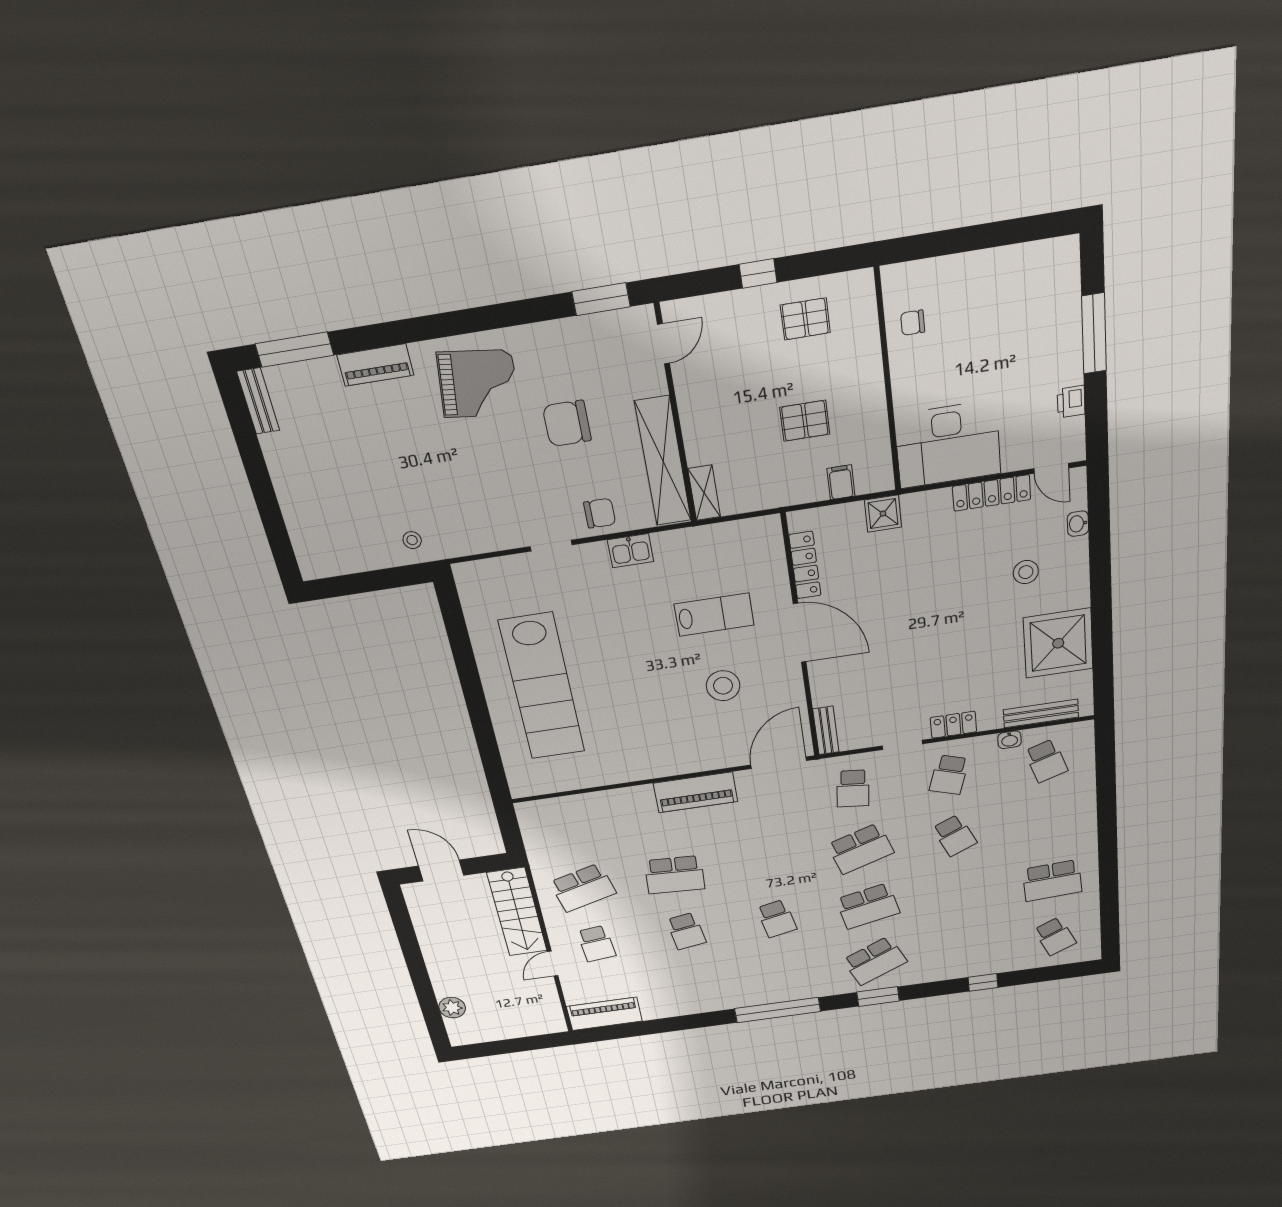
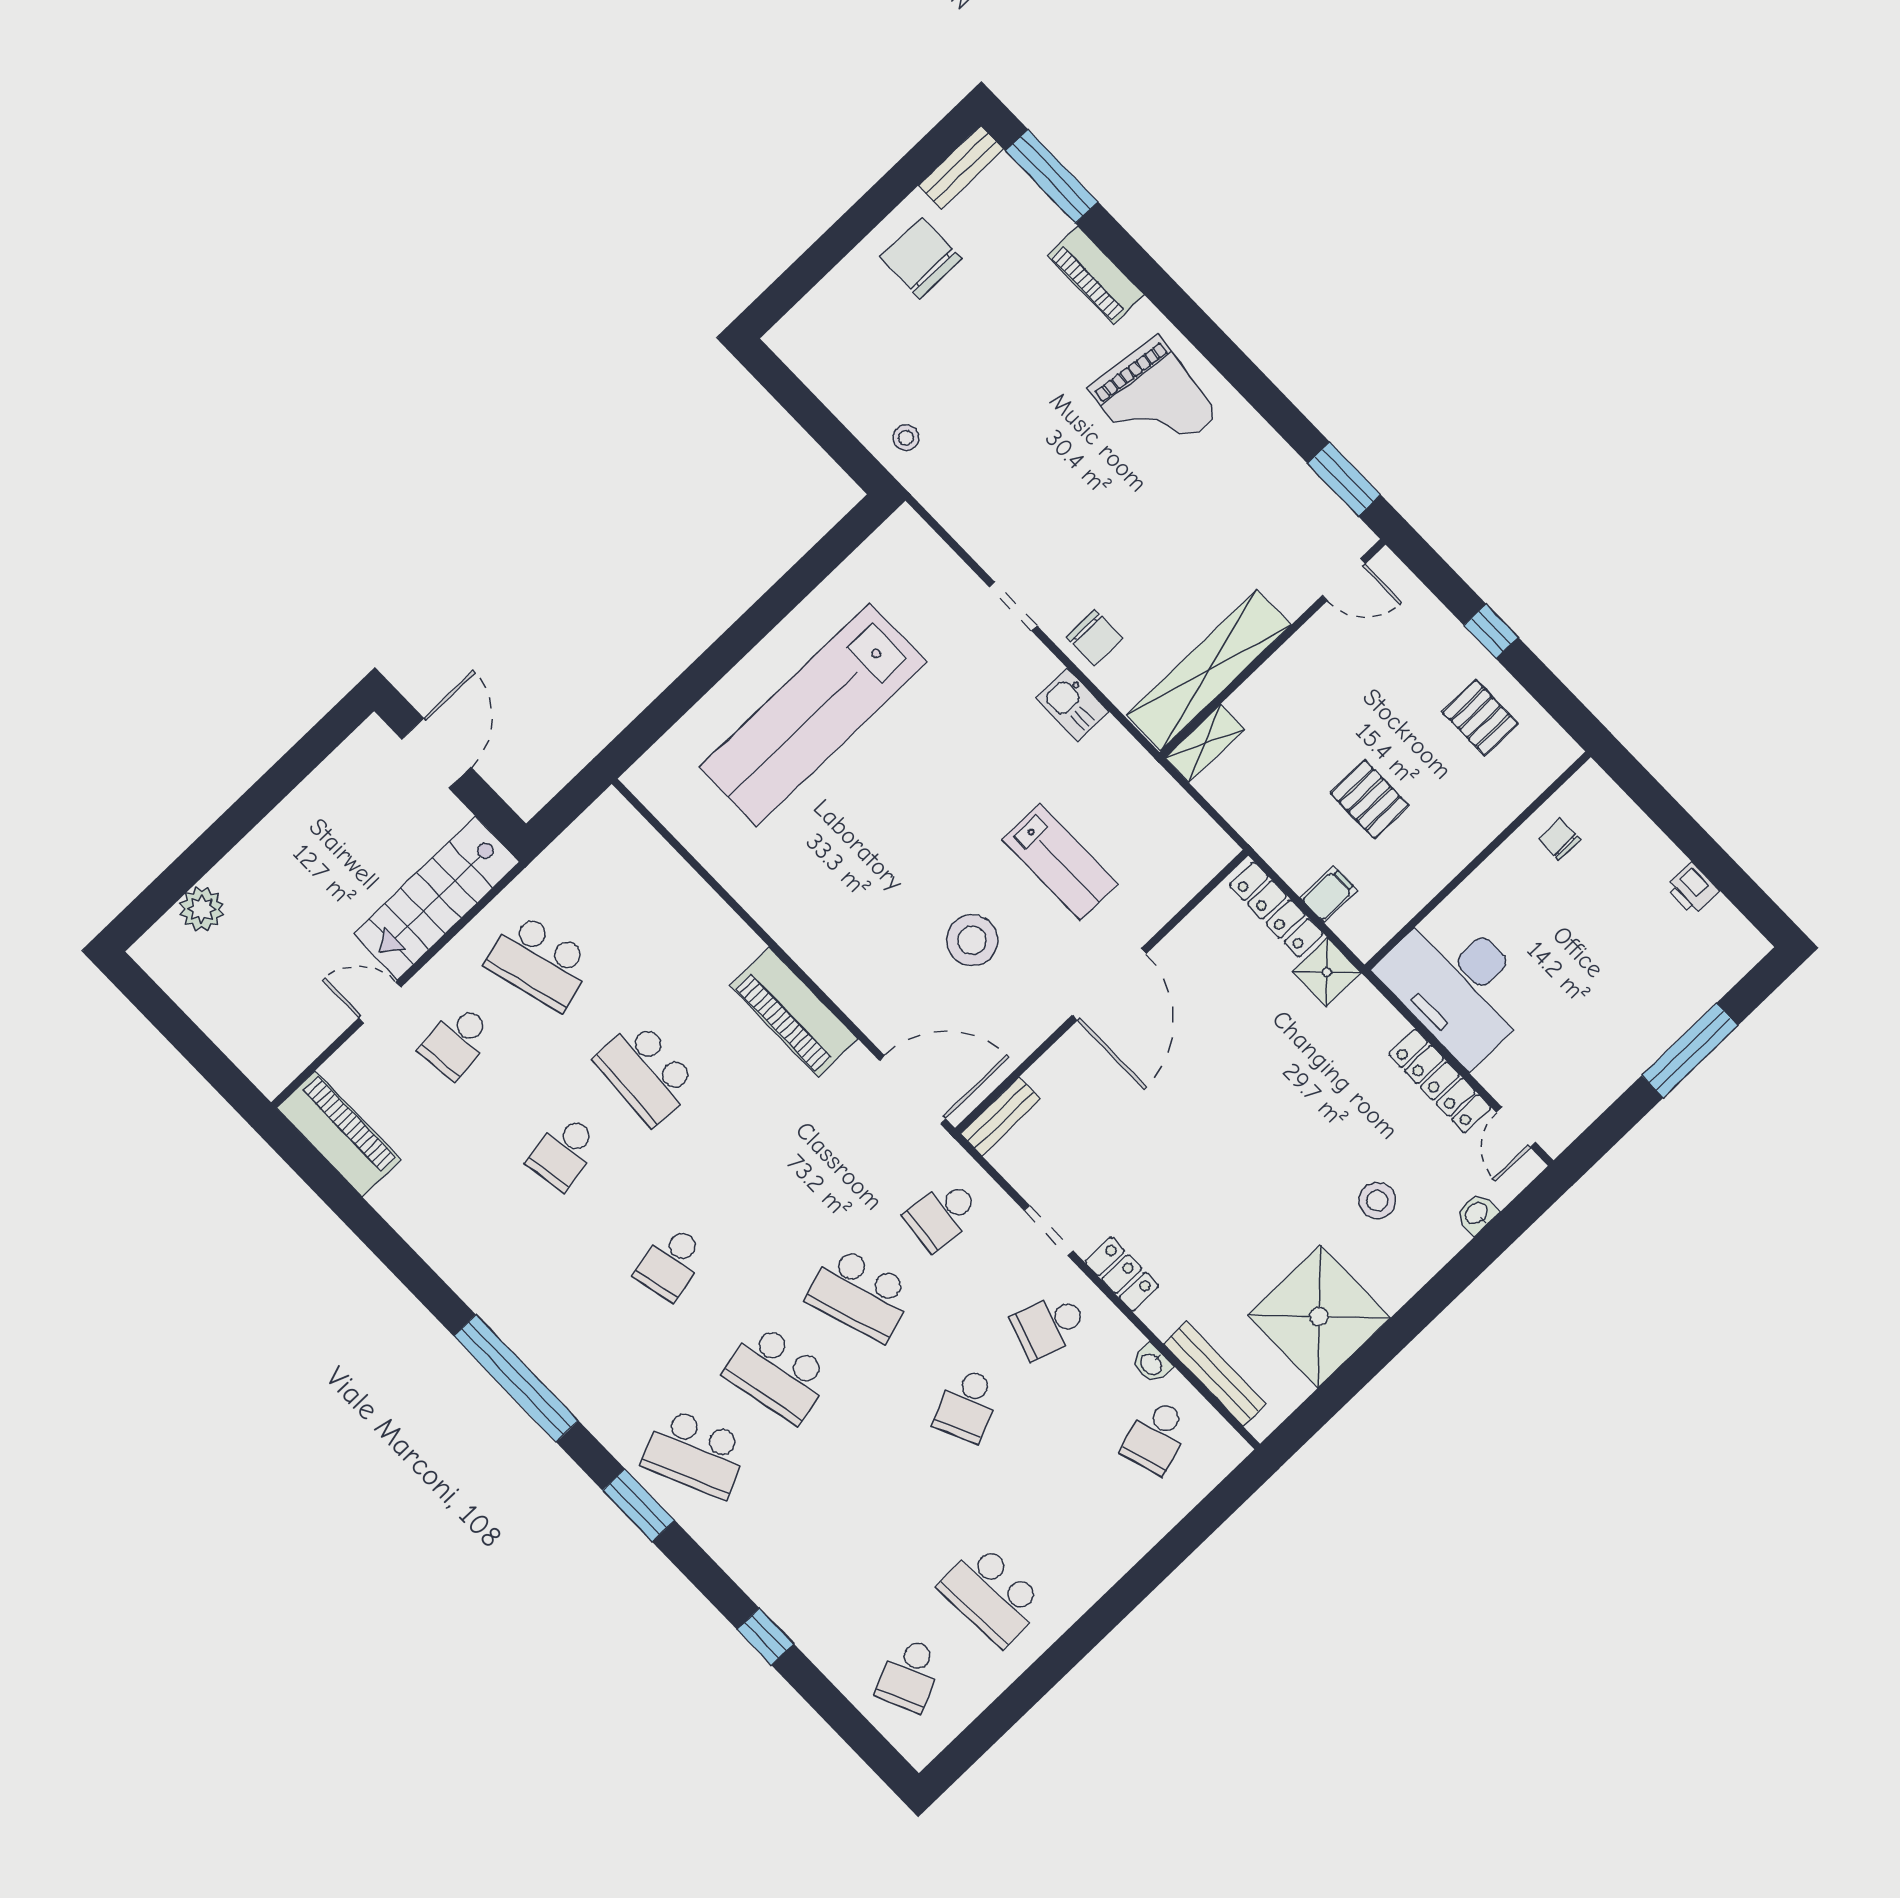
printer: (1071, 402) -> (1692, 889), moved, turned -90
chair: (567, 423) -> (921, 258), moved
locker: (805, 565) -> (1276, 909), moved, turned 90

